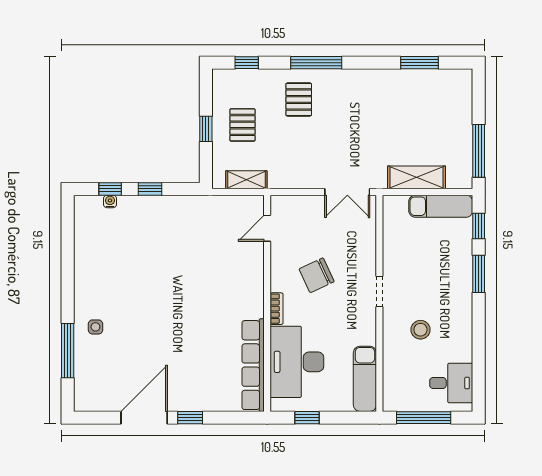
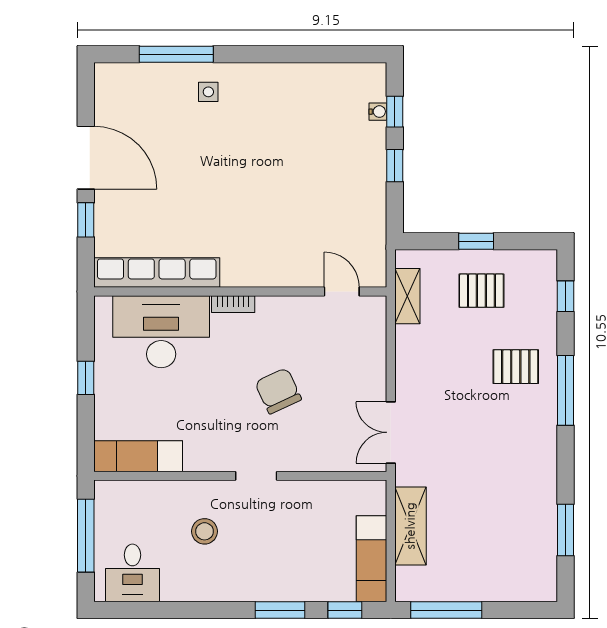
door: (267, 228) -> (342, 291), moved
wall: (267, 303) -> (240, 291), moved
bookcase: (277, 309) -> (233, 304), moved
desk: (297, 362) -> (161, 332), moved
row of seats: (253, 365) -> (157, 273), moved

